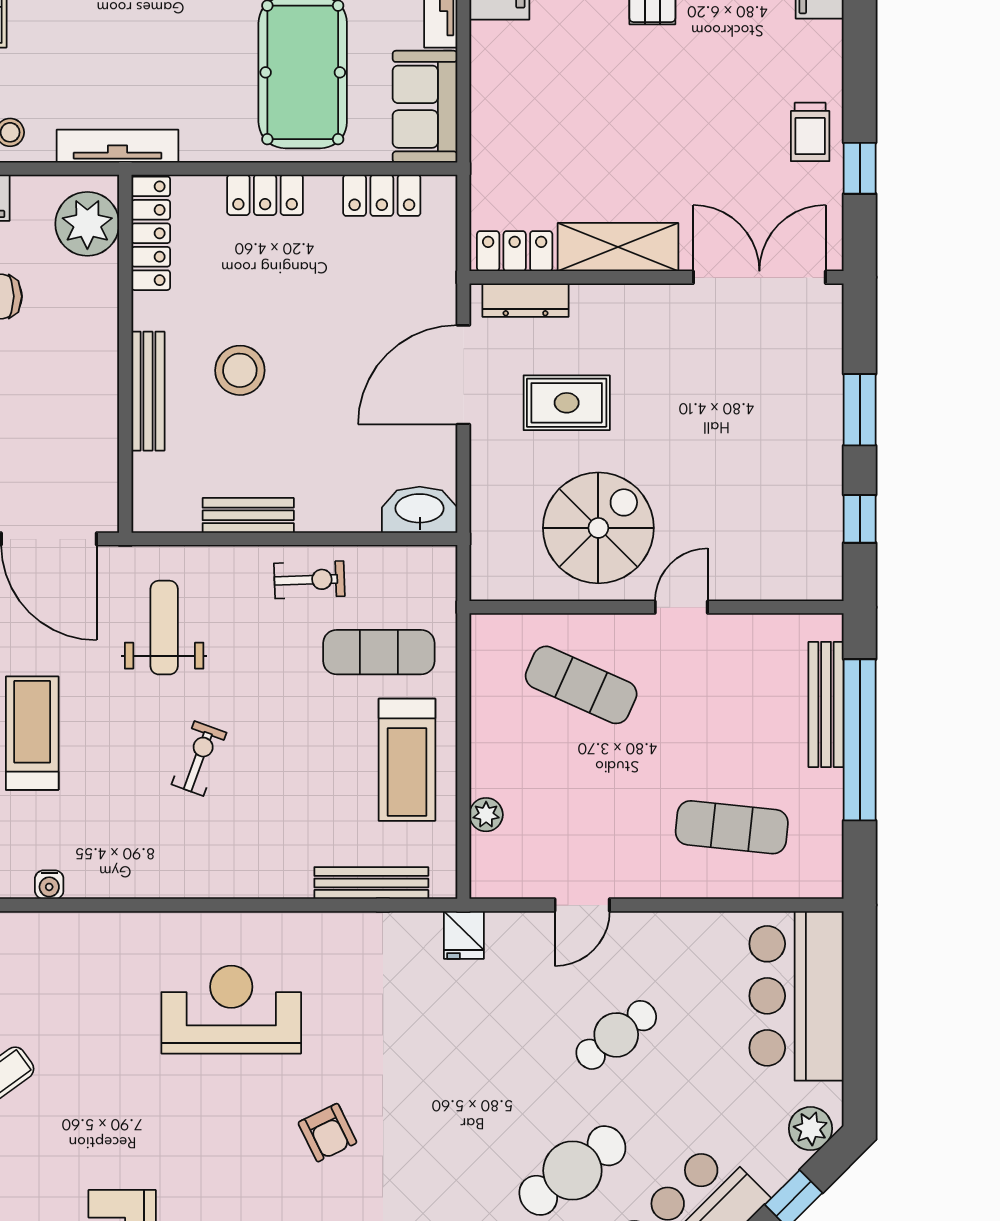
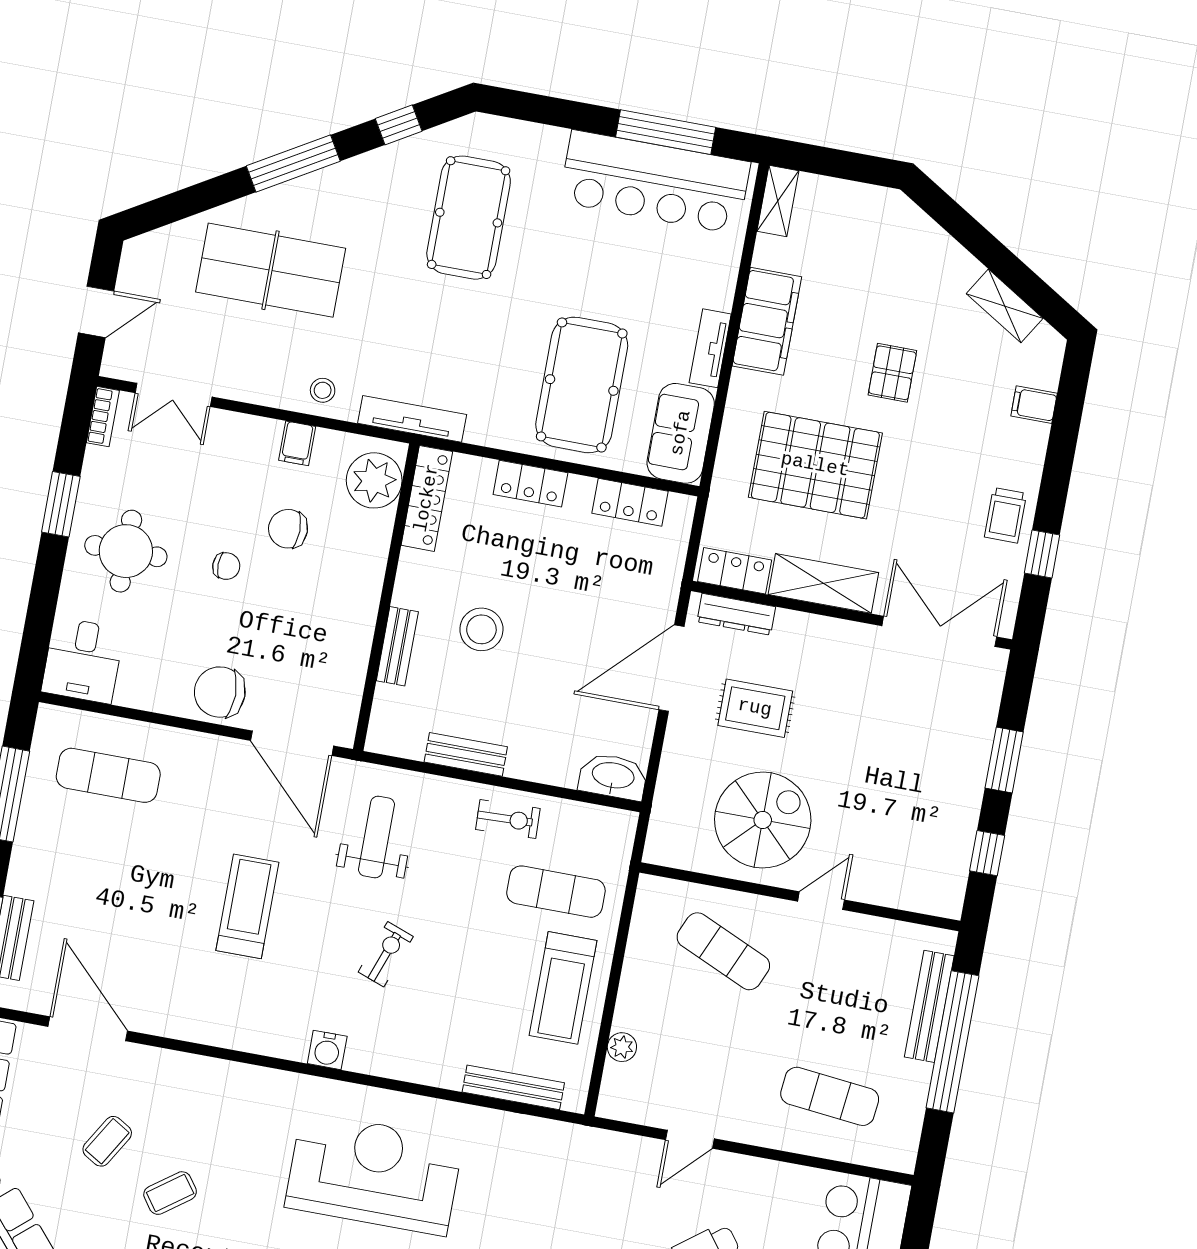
pallet: (584, 115) -> (815, 465), added
bench: (148, 391) -> (397, 646), width x0.73
water cooler: (49, 885) -> (327, 1050), moved, width x1.38, depth x1.38
fridge: (464, 935) -> (584, 1146), removed
reception desk: (231, 1010) -> (374, 1174), width x1.36, depth x1.30

